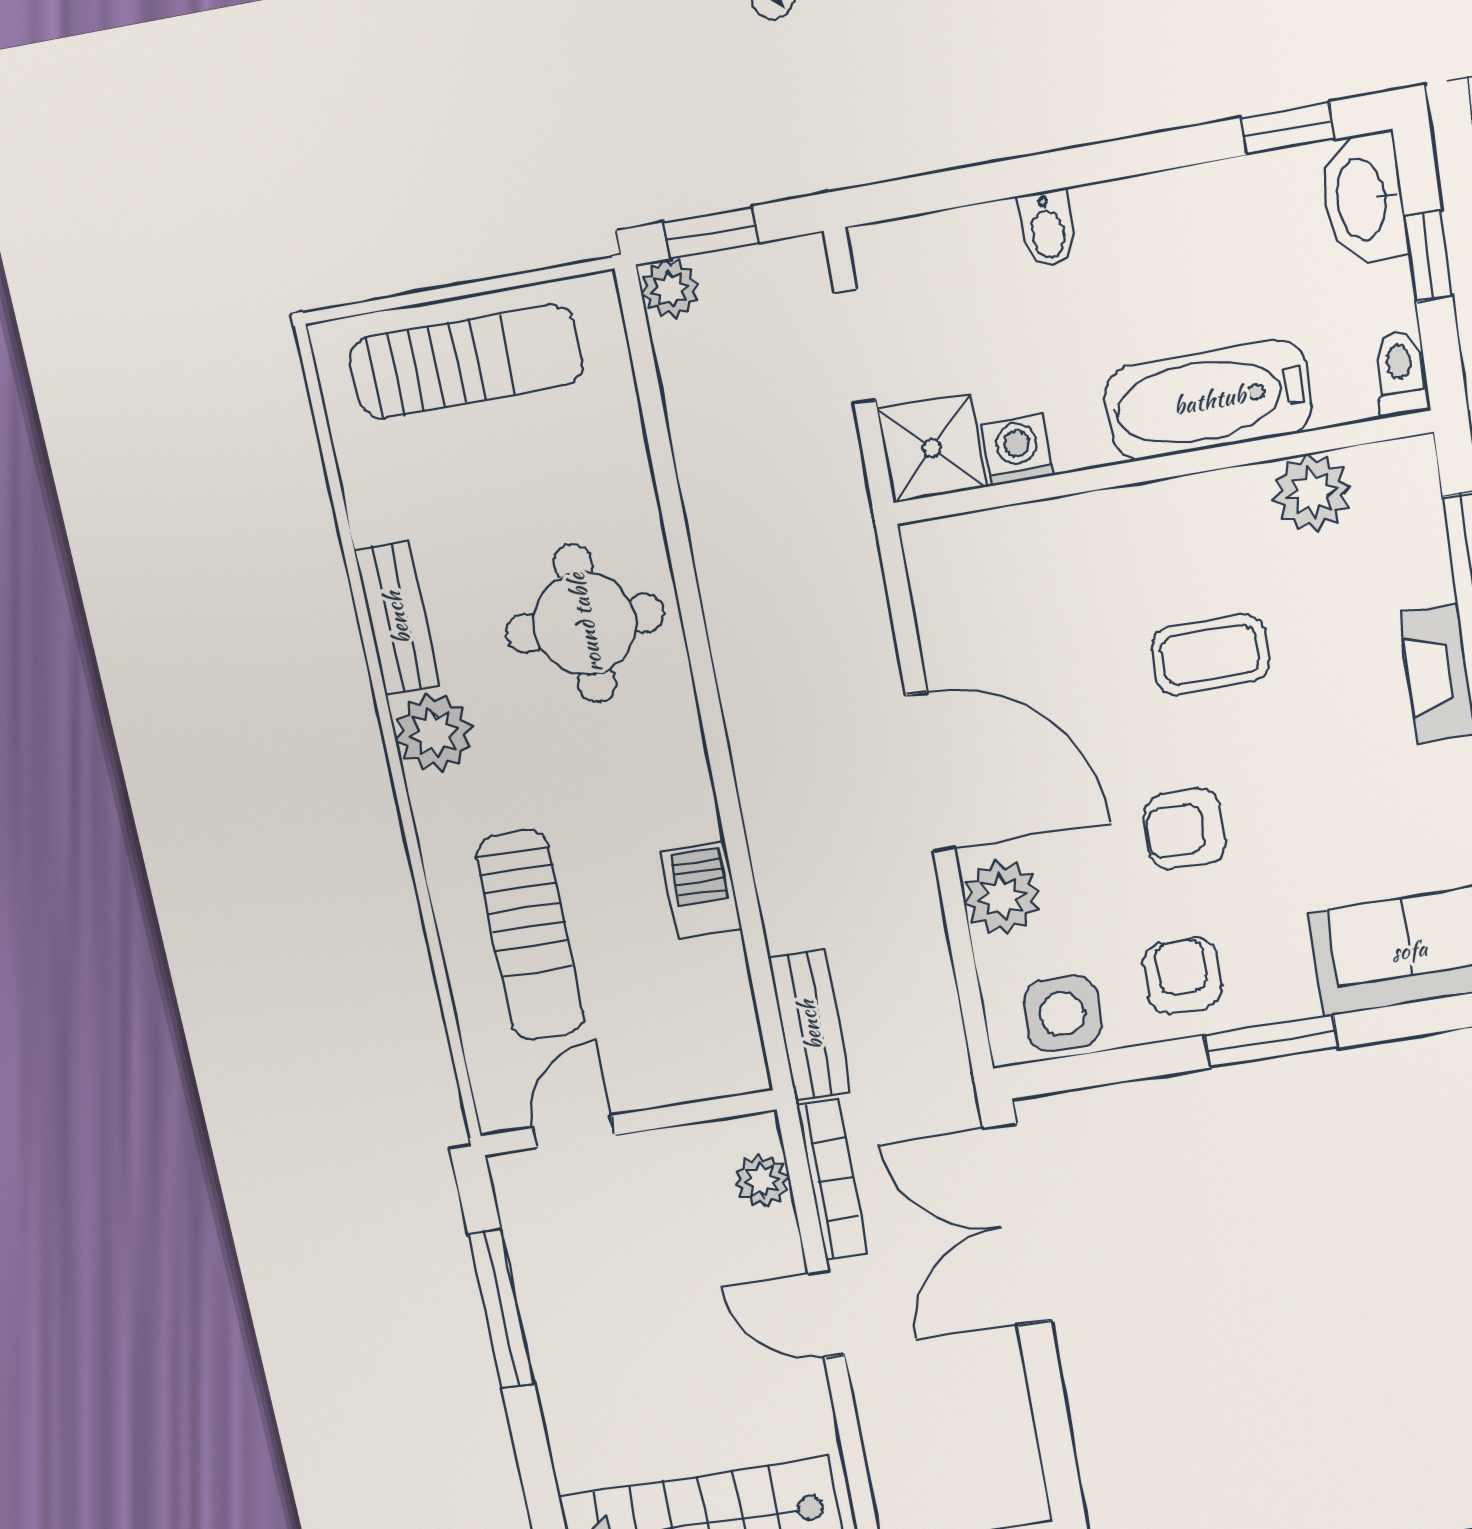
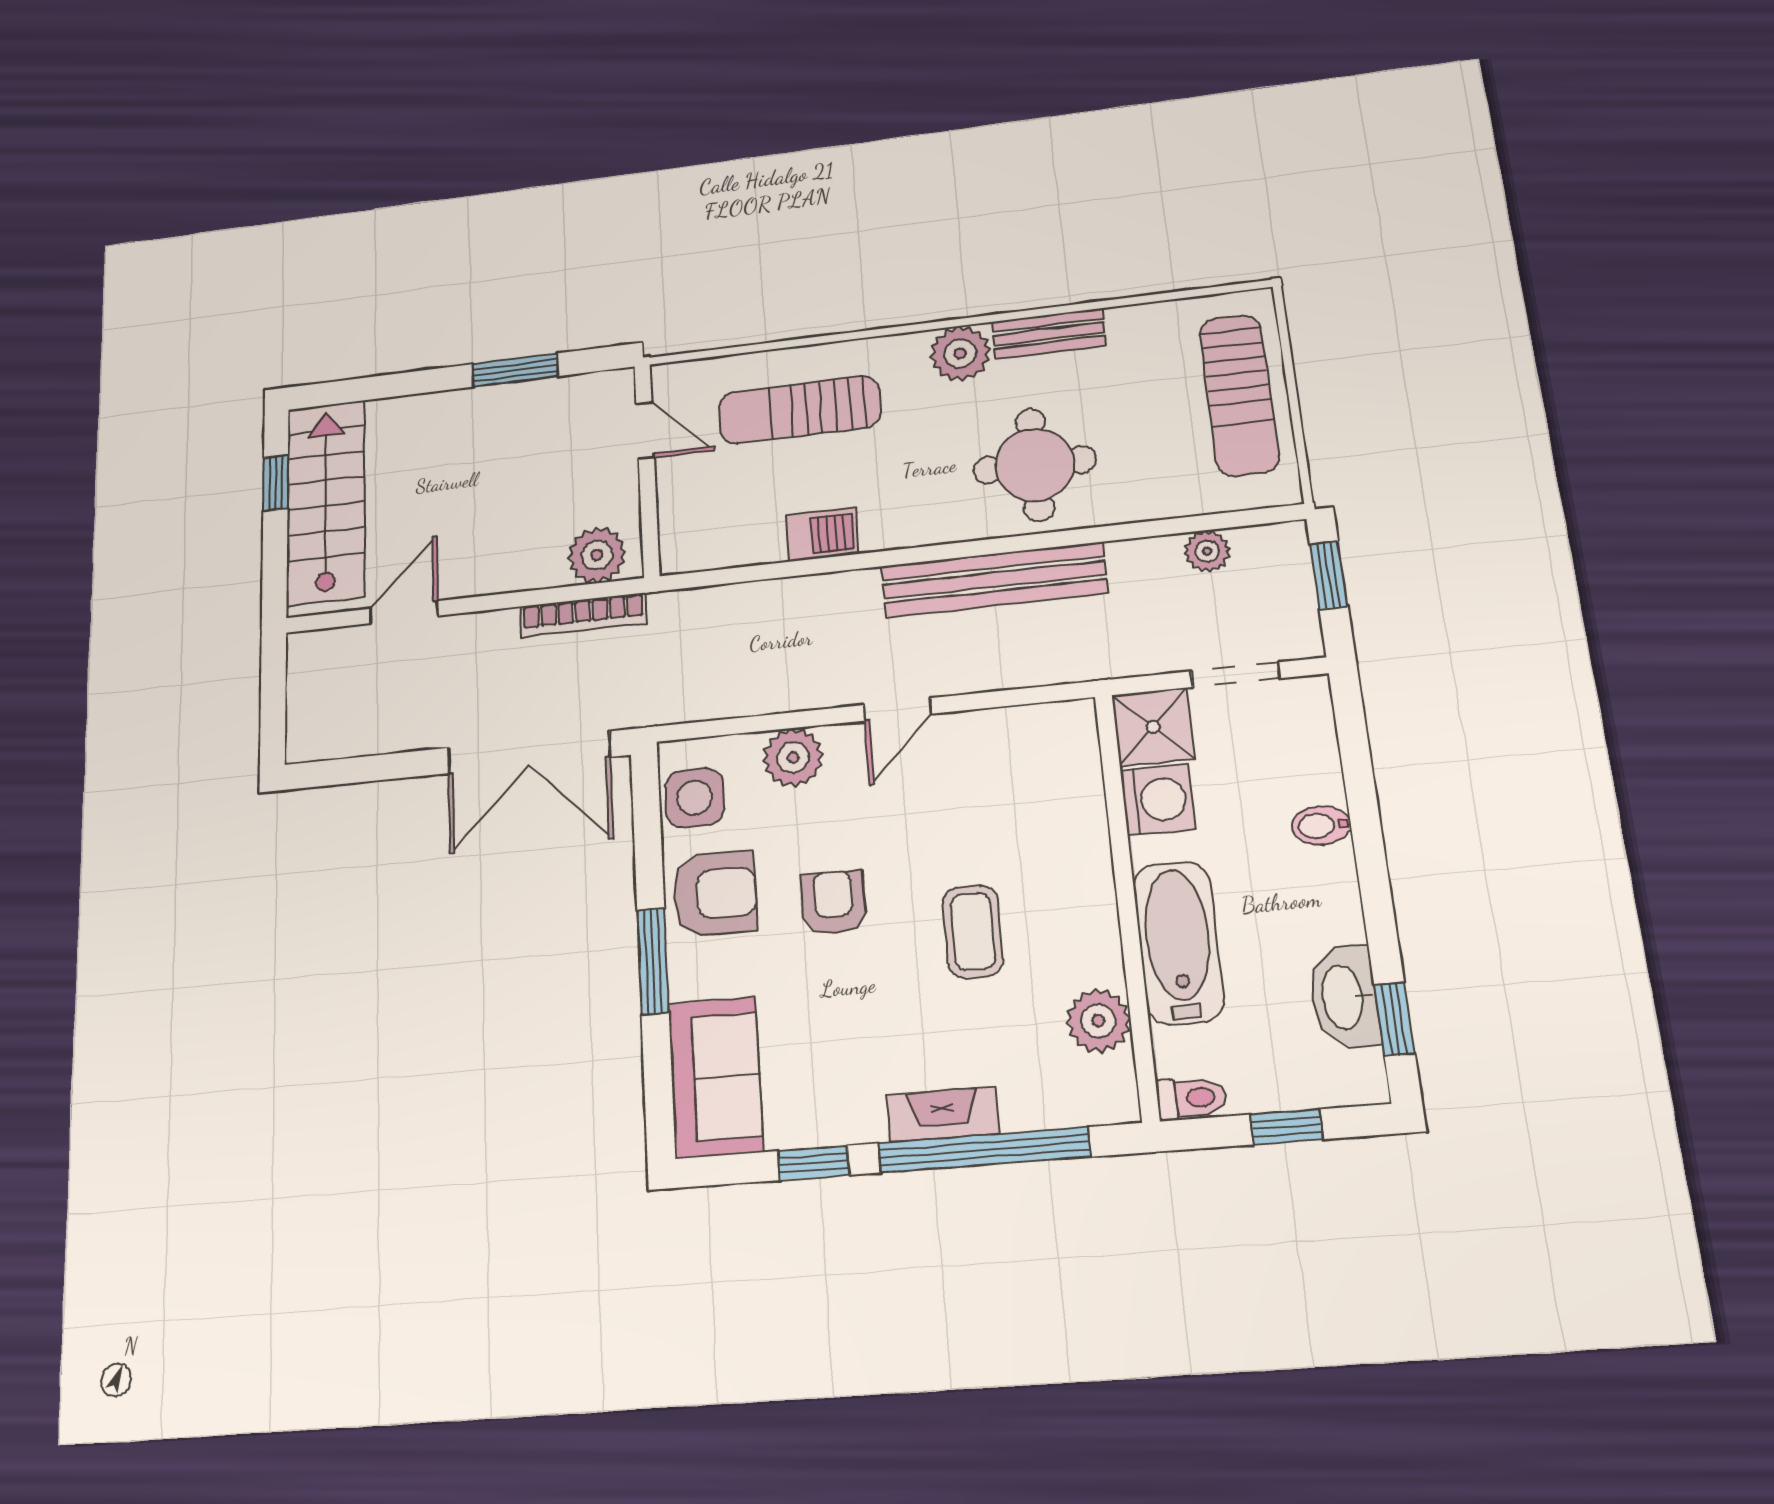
washbasin: (1363, 199) -> (1344, 997), moved, turned -90
plant: (670, 289) -> (1207, 551), moved
washing machine: (1018, 450) -> (1158, 800), width x1.38, depth x1.38
door: (930, 772) -> (898, 709), width x0.53
armchair: (1182, 975) -> (715, 894), width x1.38, depth x1.38
bench: (810, 1025) -> (994, 580), moved, width x1.86, depth x1.21
plant: (762, 1181) -> (597, 555), width x1.38, depth x1.38
double door: (1017, 1225) -> (529, 752), swing flipped
window: (501, 1309) -> (515, 370), width x0.69
door: (826, 1314) -> (404, 612), moved

